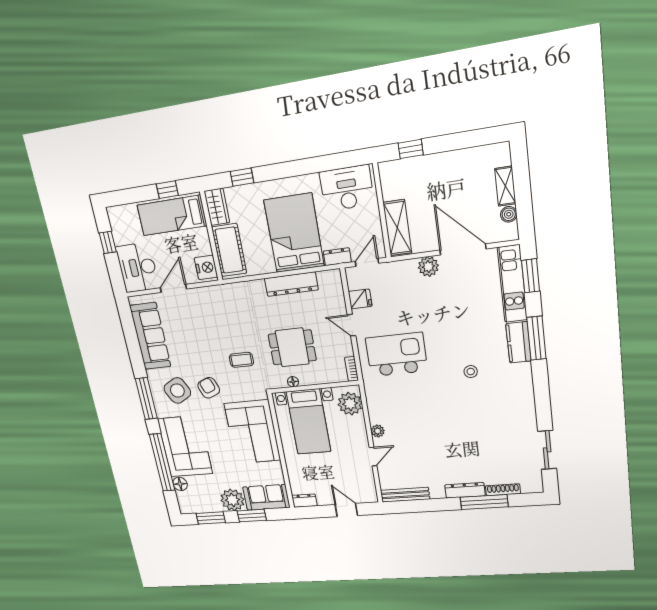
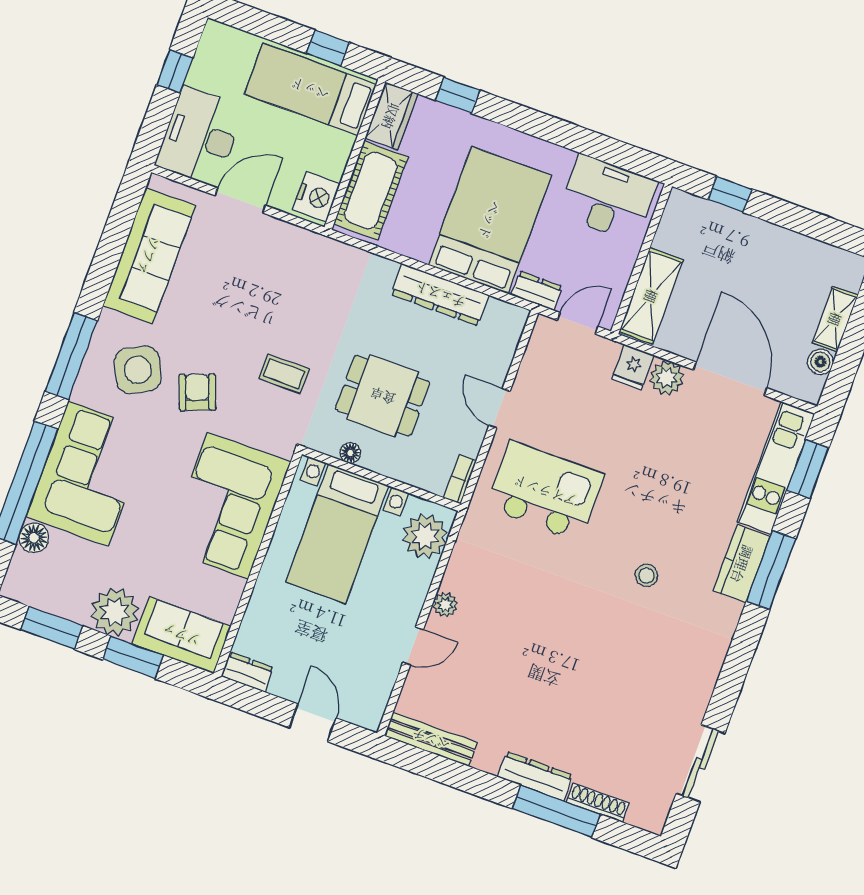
fridge: (360, 299) -> (633, 367), moved, turned 90

